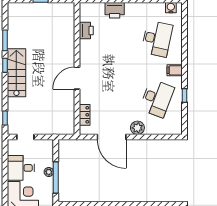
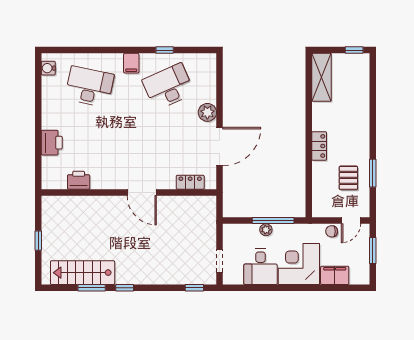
stairs: (16, 73) -> (83, 273), moved
desk: (157, 98) -> (168, 87), turned -45

